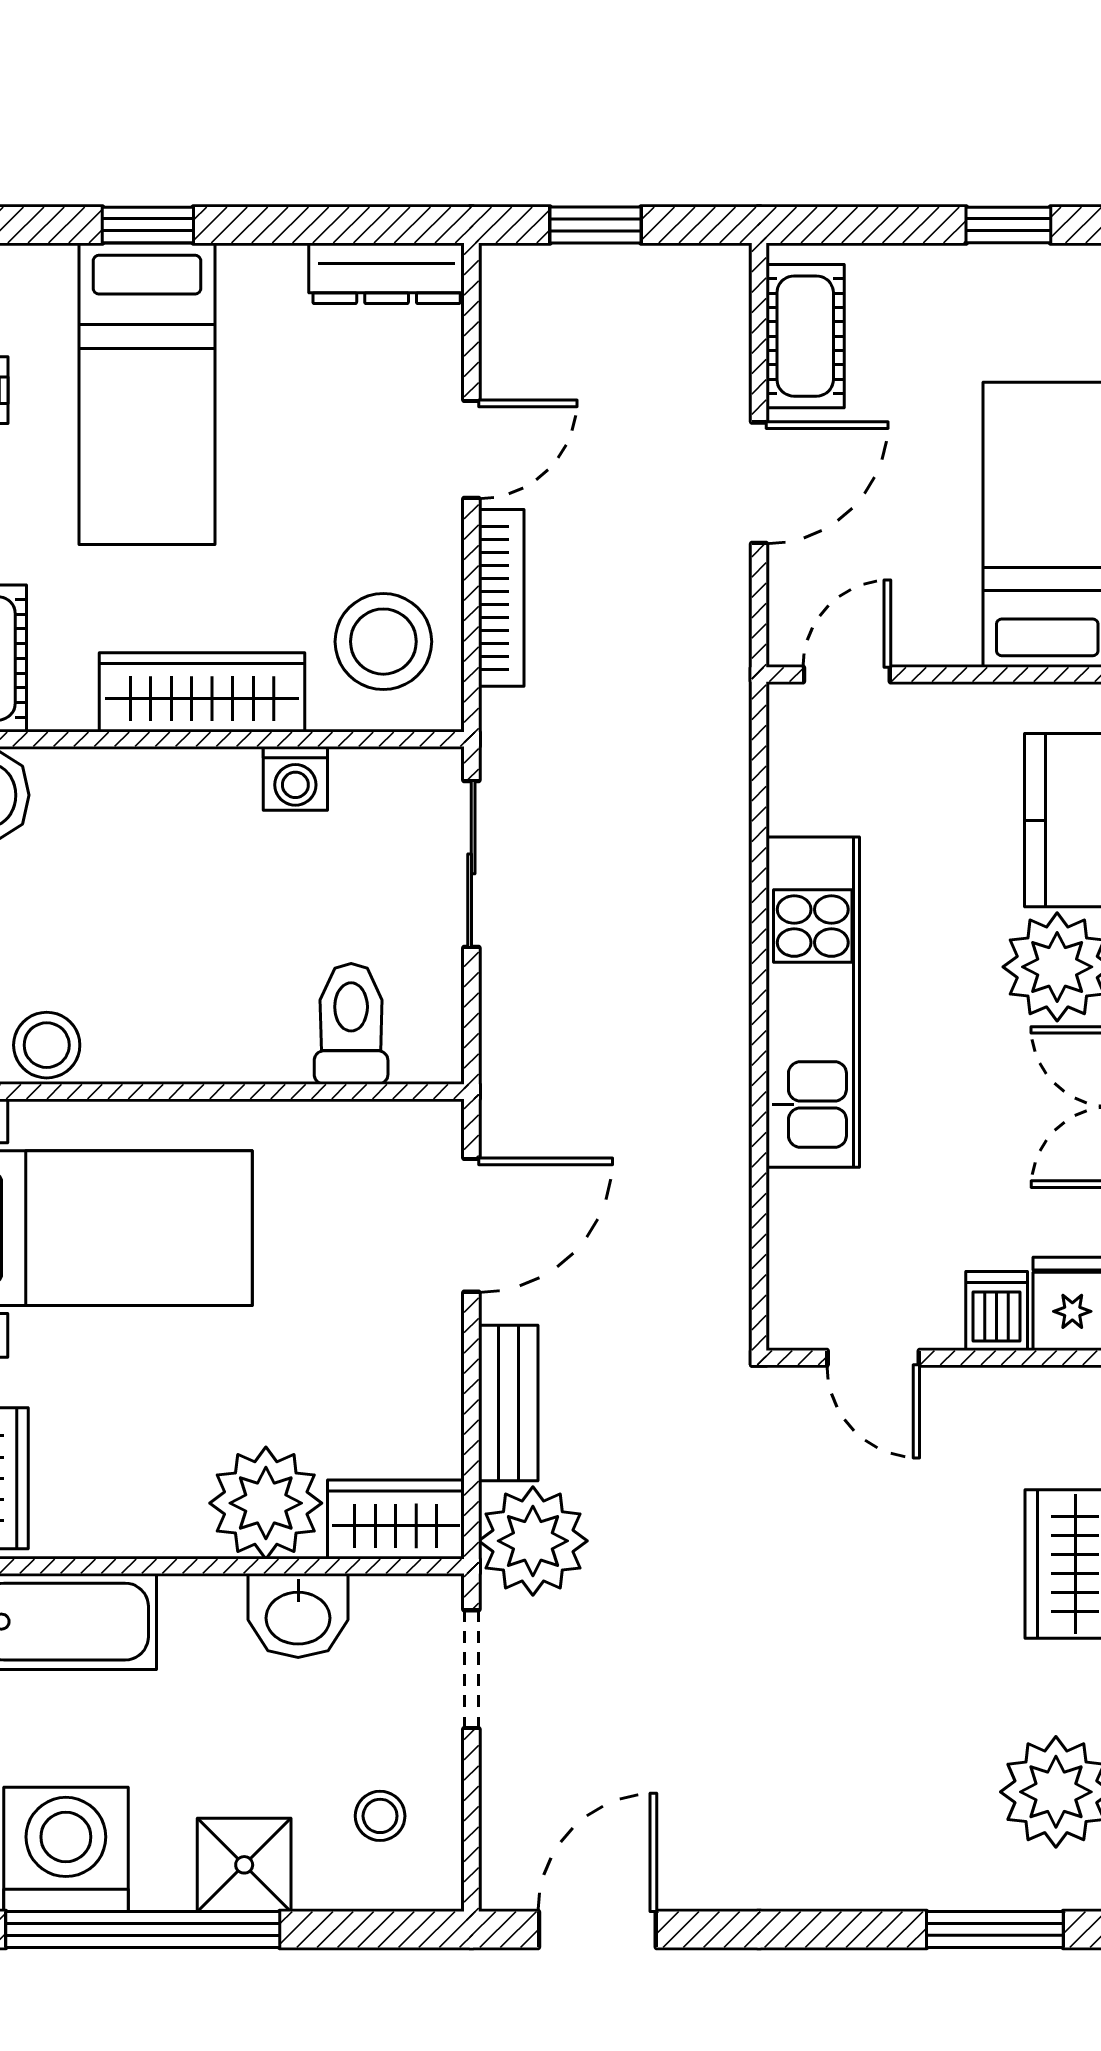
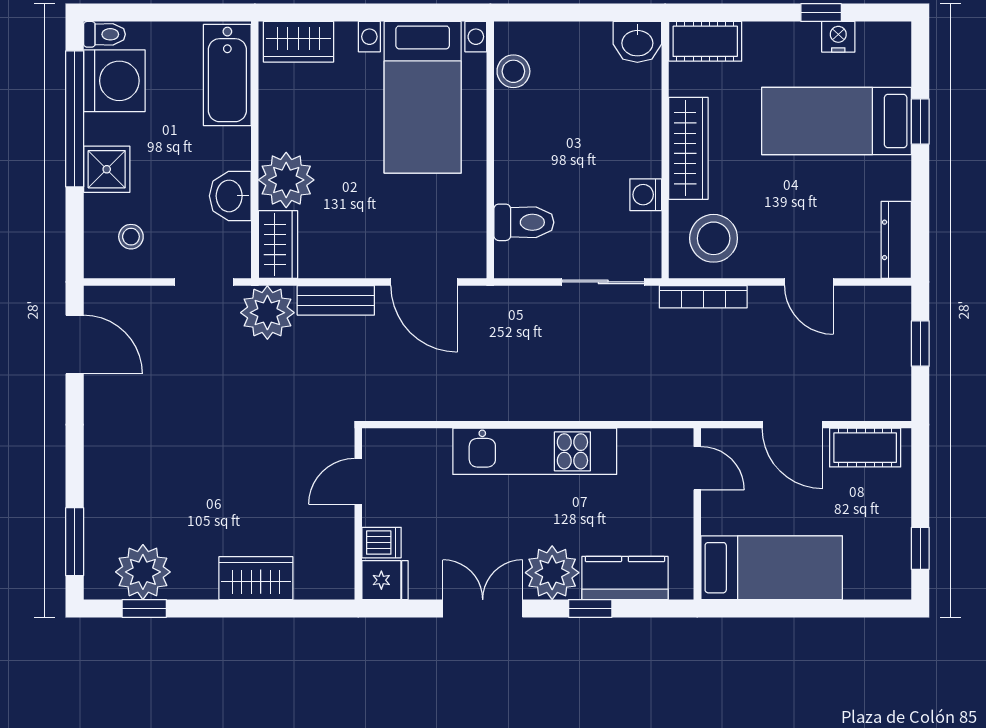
bookcase: (501, 598) -> (703, 297), moved

